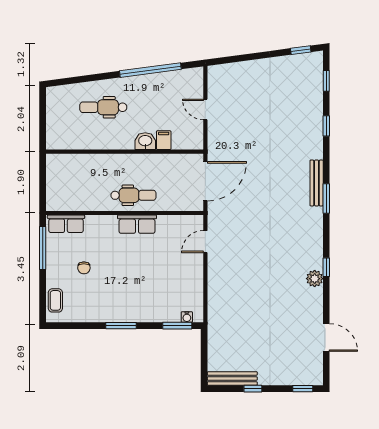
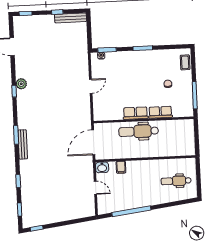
dental chair: (103, 107) -> (176, 181), moved, turned 180
washbasin: (145, 141) -> (102, 167), moved
dental chair: (133, 195) -> (139, 131), width x1.36, depth x1.38
row of seats: (66, 224) -> (160, 112), moved
door: (205, 242) -> (91, 86), moved

